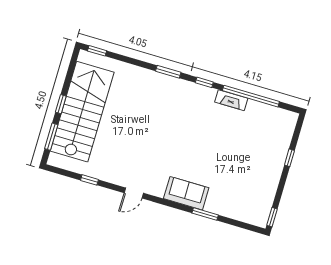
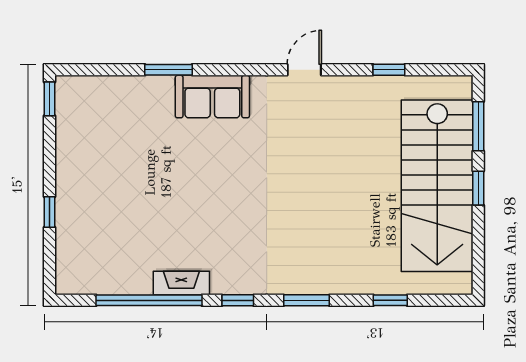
window: (97, 51) -> (390, 300), moved

